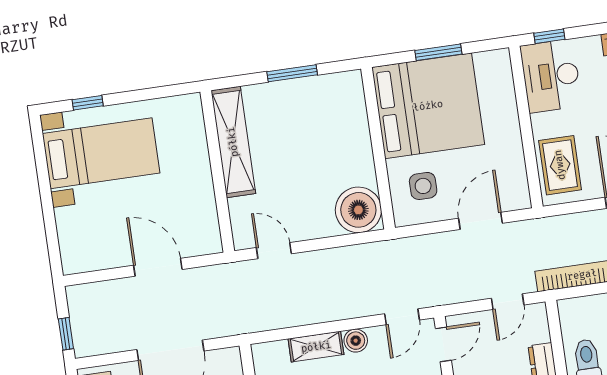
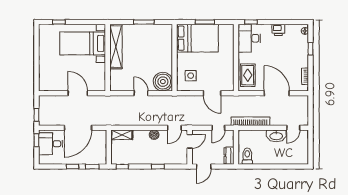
bed: (428, 106) -> (197, 38), width x0.73
bed with nightstands: (101, 153) -> (83, 43), moved, turned 180
door: (480, 221) -> (212, 93), swing flipped
door: (274, 251) -> (141, 93), moved
shelving: (316, 347) -> (122, 135), moved

